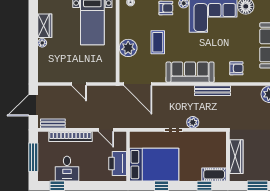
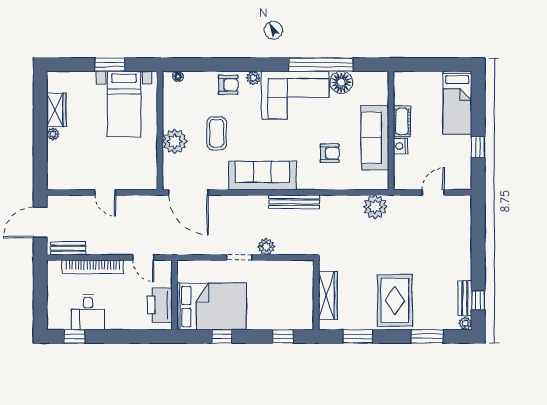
armchair: (236, 68) -> (330, 153), moved
window: (33, 157) -> (40, 296), removed
cot: (214, 174) -> (296, 321), removed

